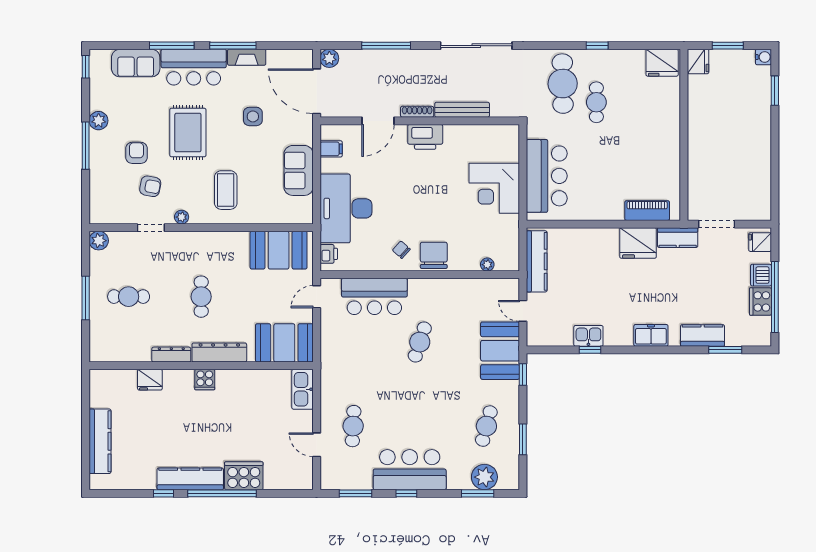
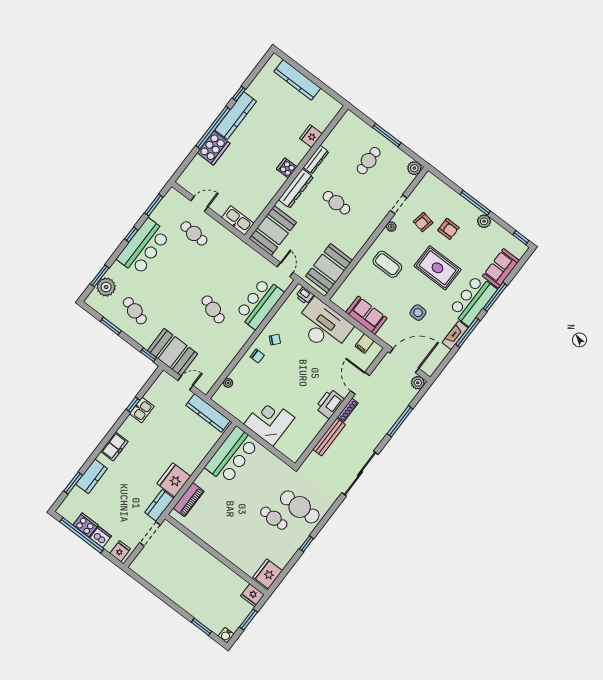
bar counter: (547, 176) -> (232, 455), moved, turned -90
chair: (434, 255) -> (257, 356), width x0.54, depth x0.54

